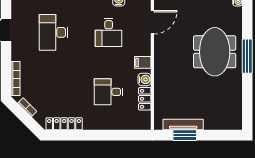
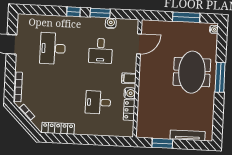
tv unit: (183, 125) -> (188, 135), moved

